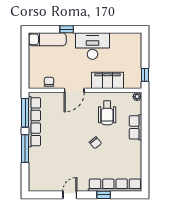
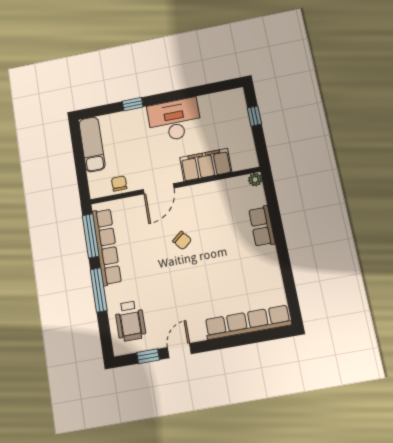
exam couch: (47, 39) -> (92, 144), moved, turned -90
window: (145, 75) -> (254, 116), moved
wheelchair: (107, 113) -> (130, 321), moved
chair: (95, 143) -> (182, 240), moved
window: (104, 195) -> (148, 356), moved

